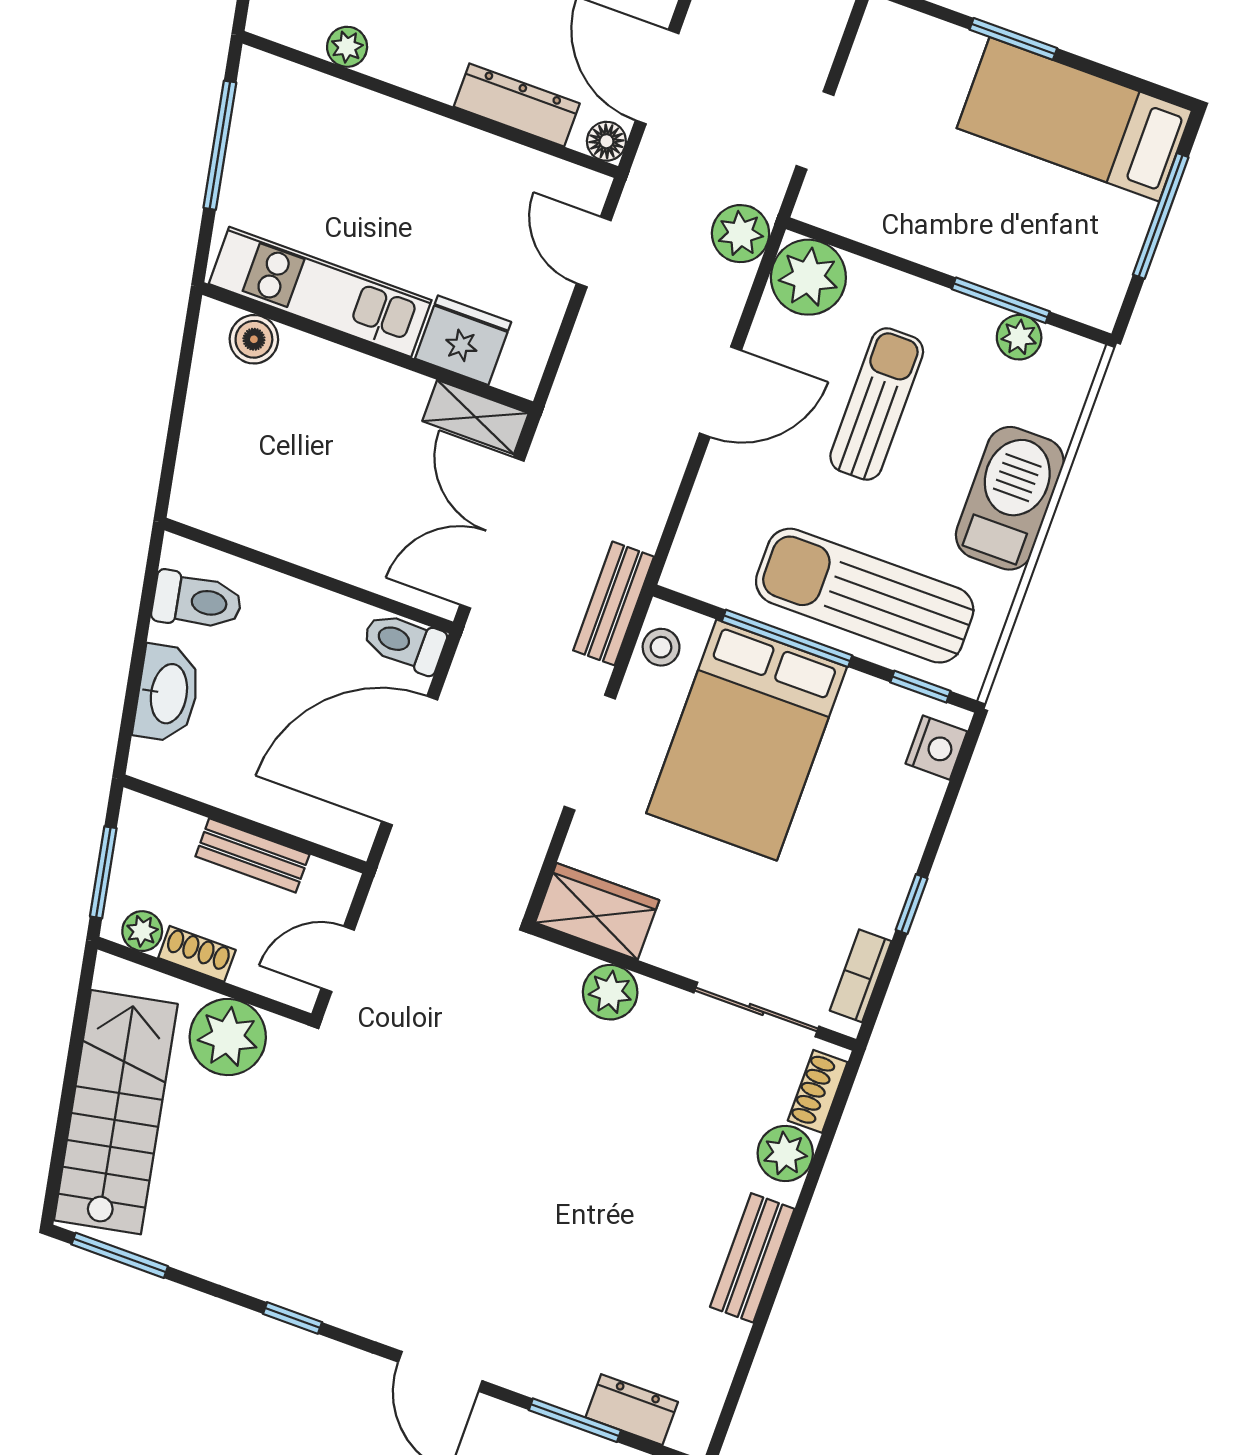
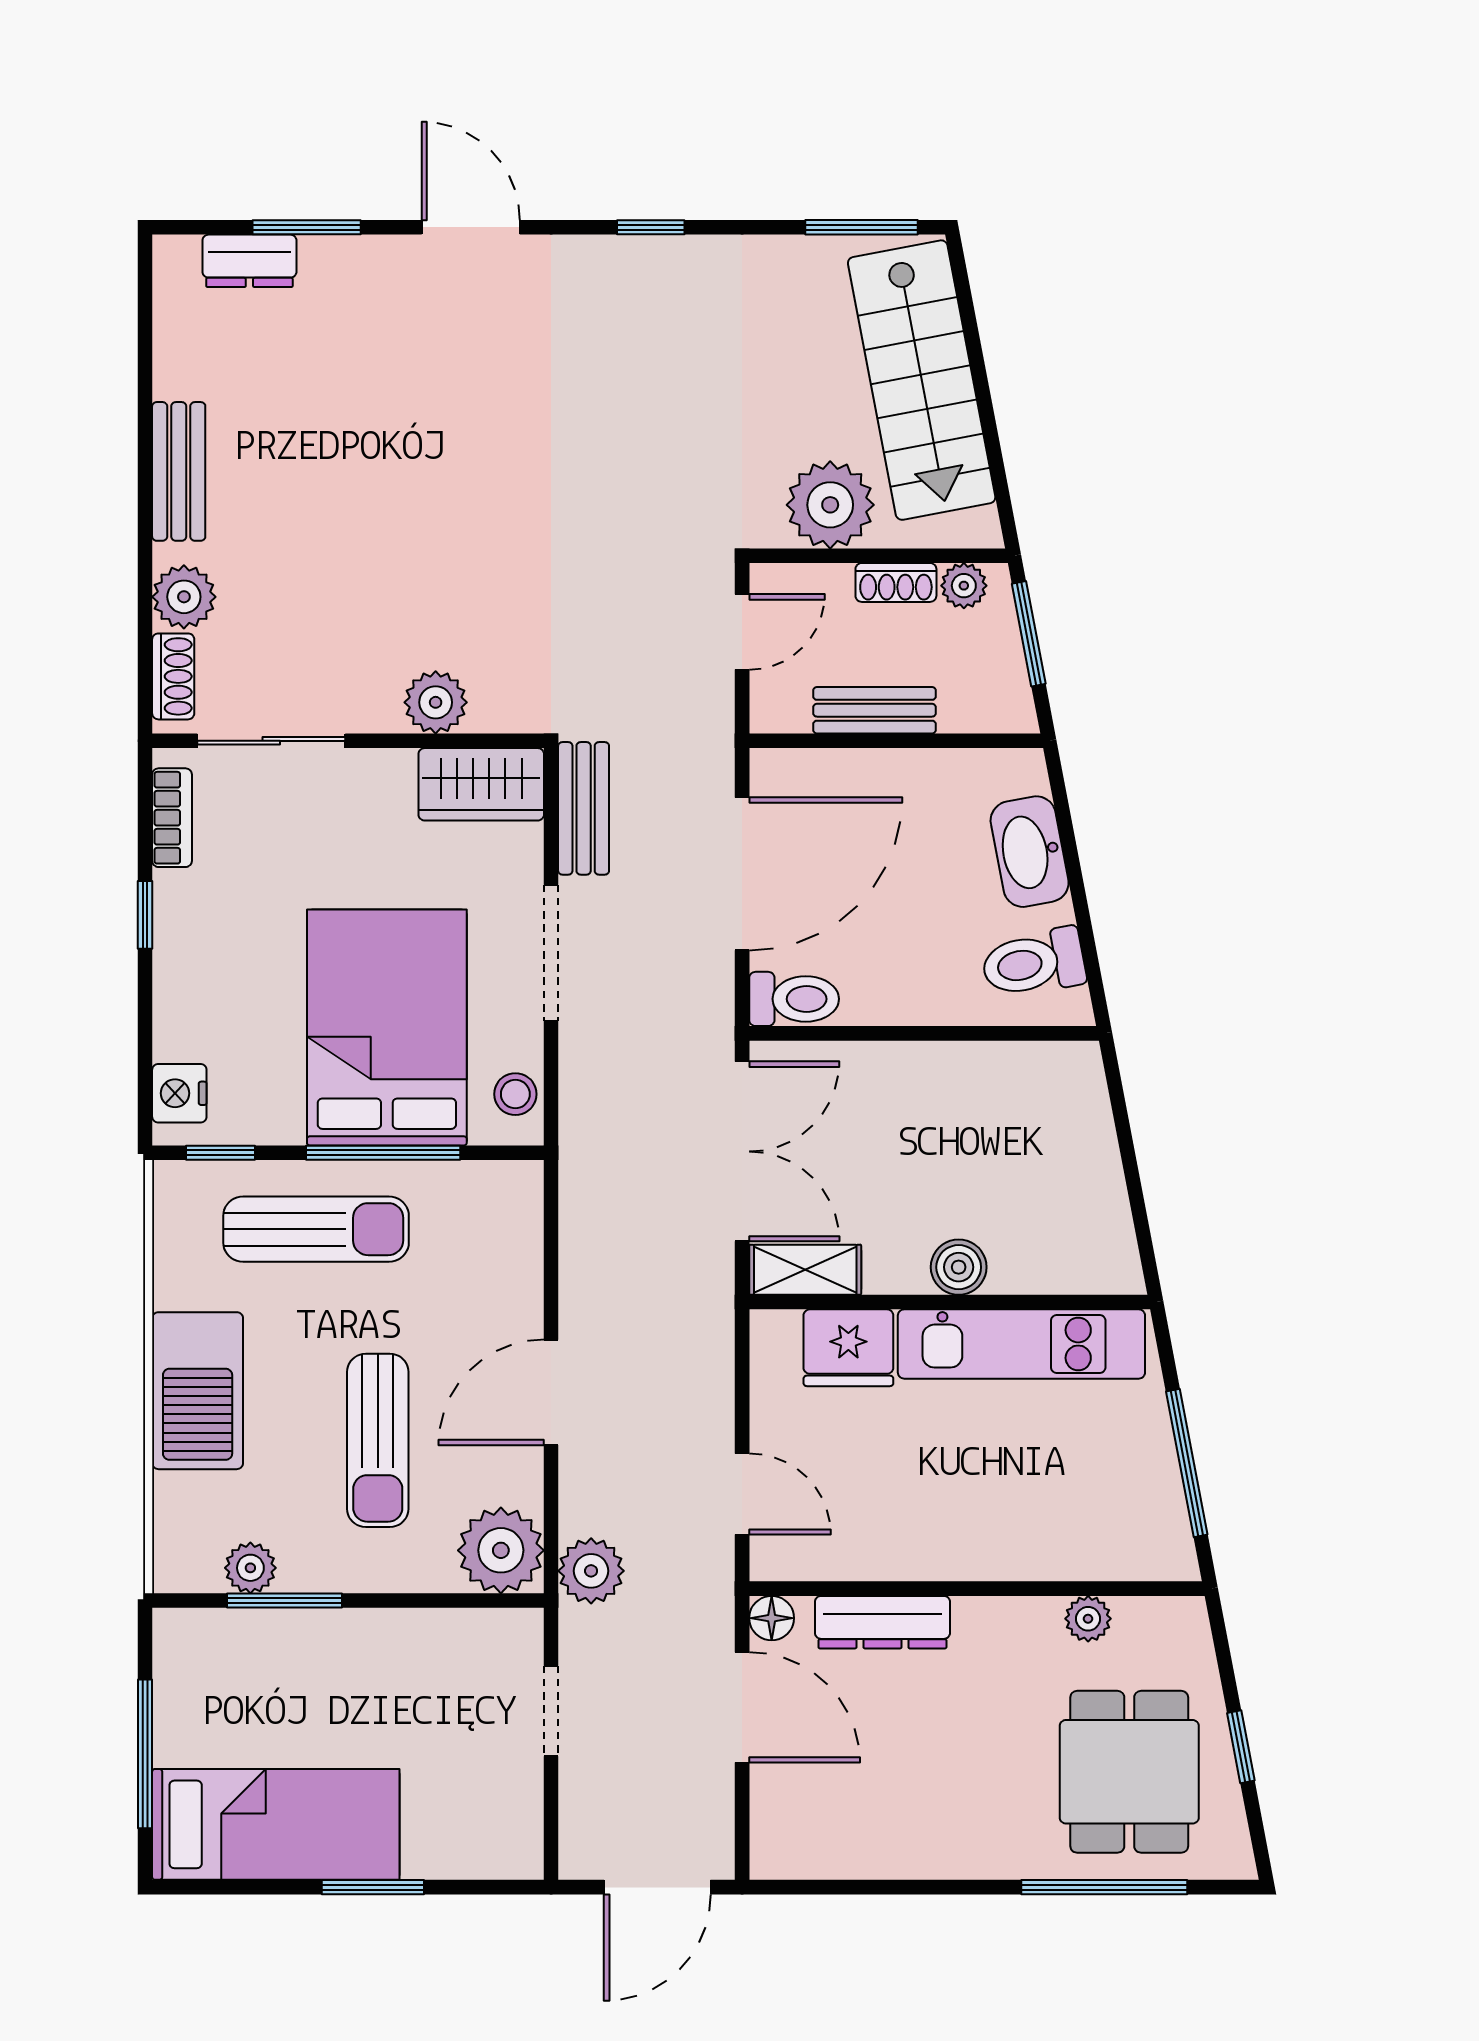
boiler: (254, 339) -> (959, 1267), moved
sun lounger: (865, 596) -> (316, 1229), width x0.73, depth x0.75
bench: (614, 603) -> (584, 808), moved

